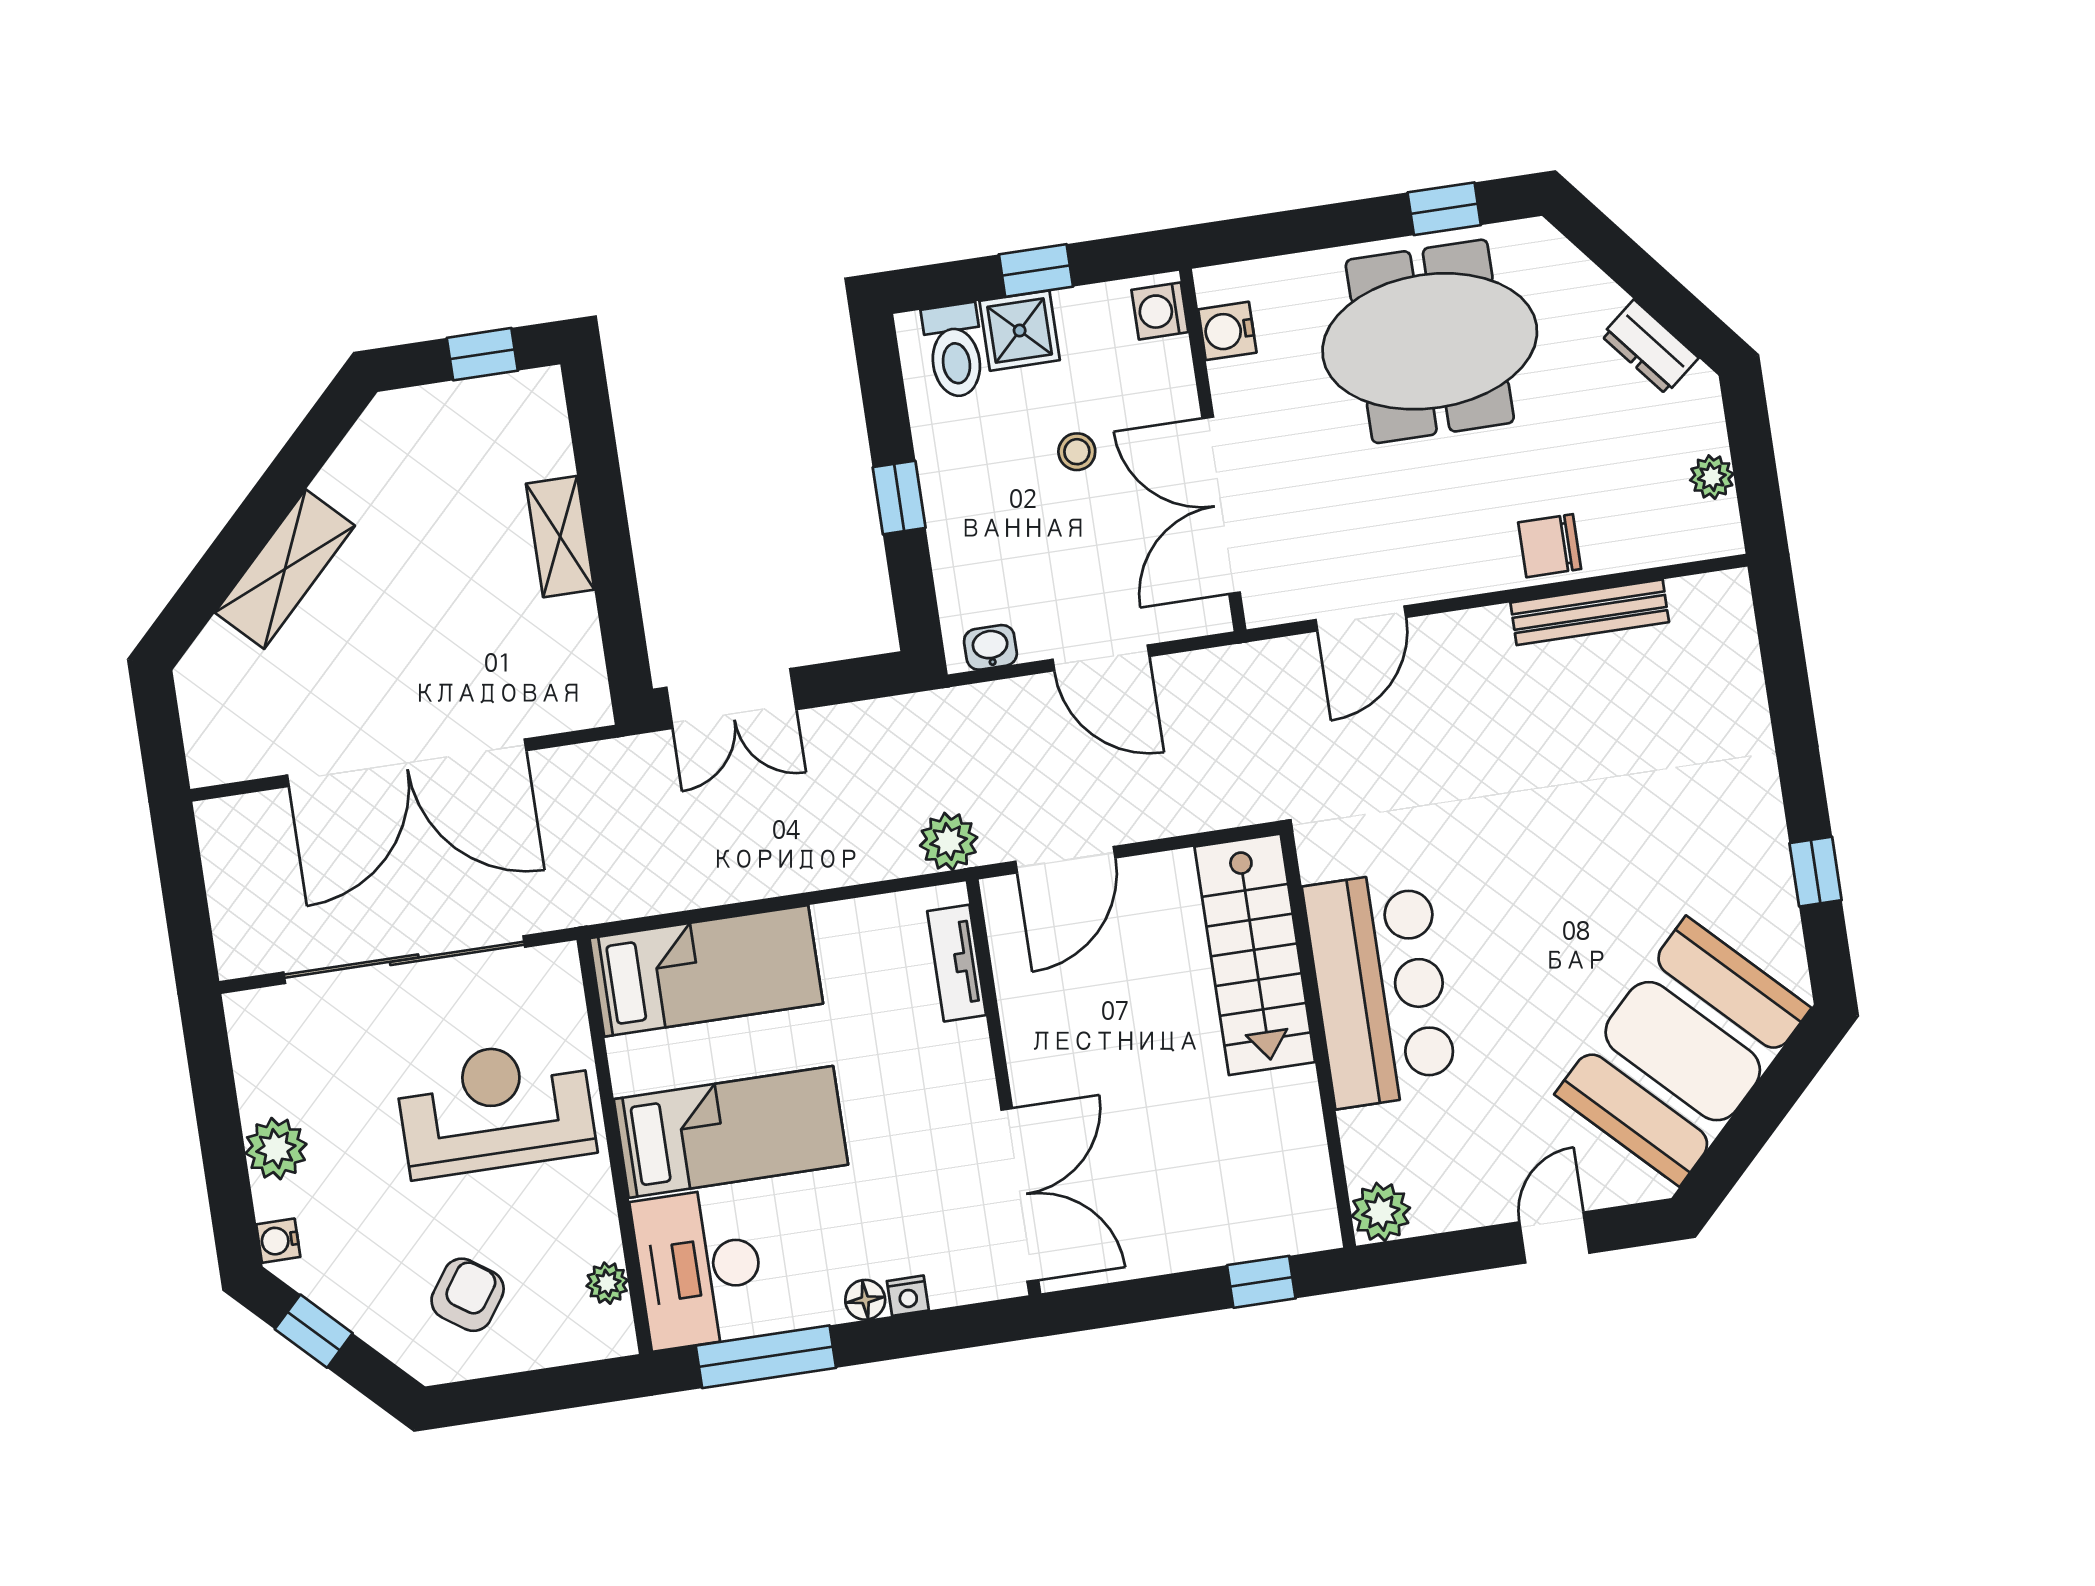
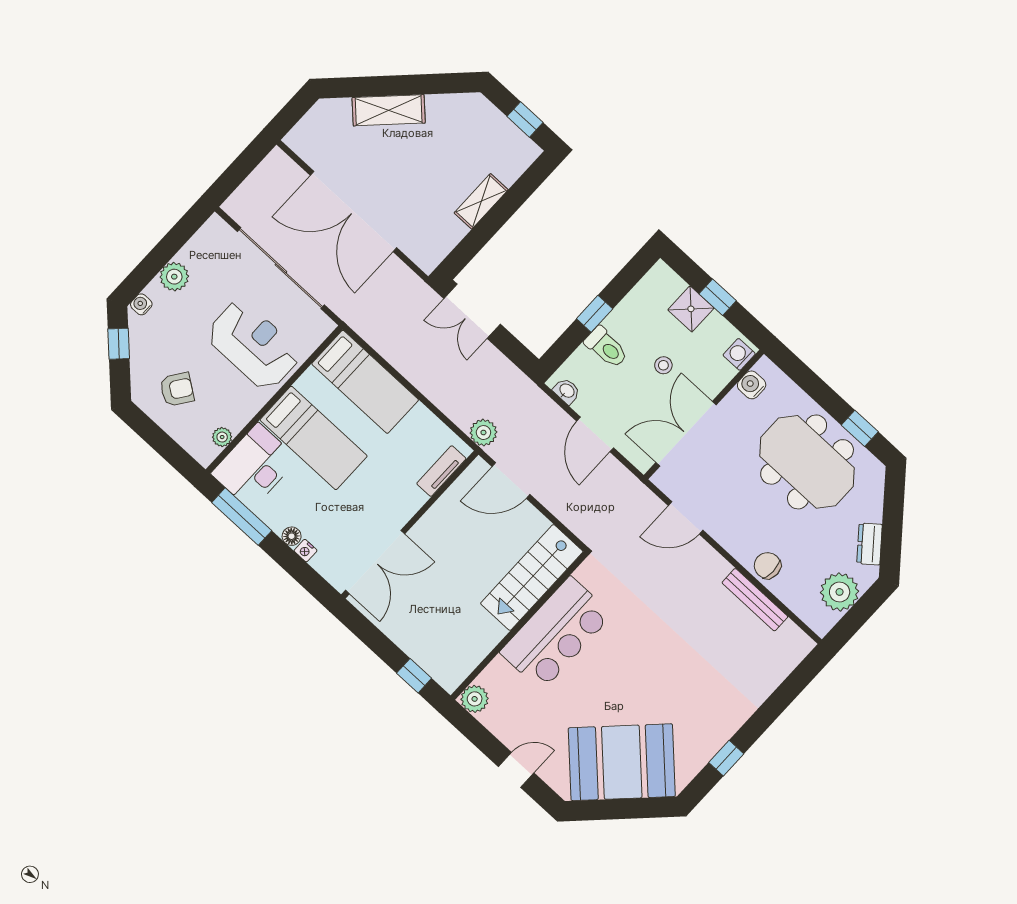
toilet: (955, 351) -> (606, 347), moved, turned -90
plant: (1712, 477) -> (840, 592), width x1.88, depth x1.88

